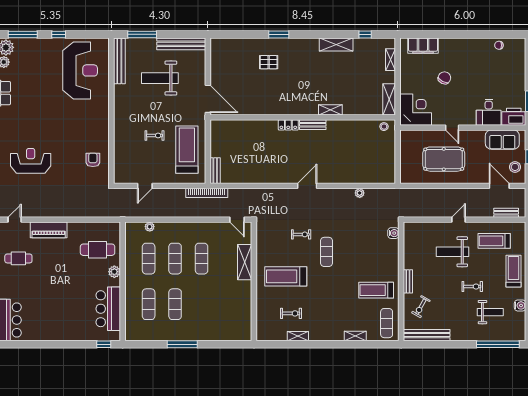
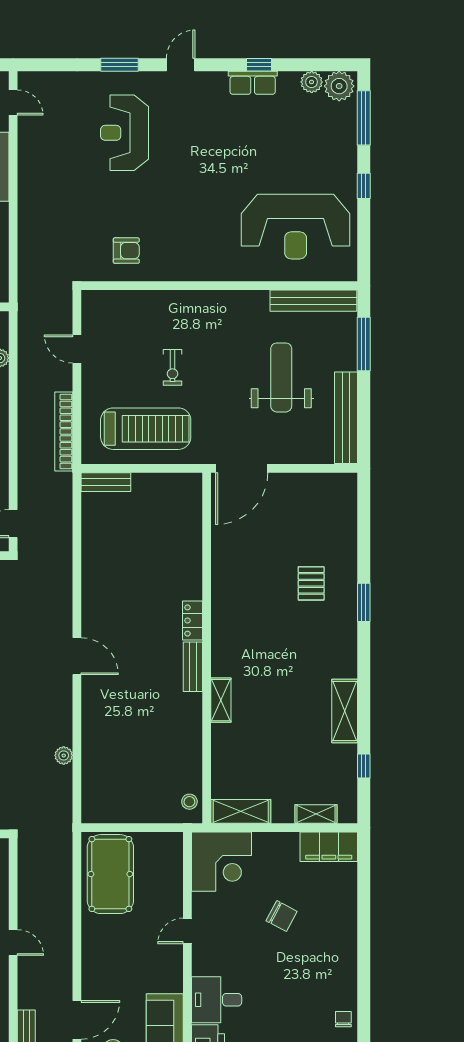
filing cabinet: (423, 46) -> (329, 847), moved, turned -90
pool table: (444, 159) -> (110, 874), moved
reception desk: (31, 161) -> (124, 133), turned 180
bookcase: (207, 193) -> (64, 432), moved

